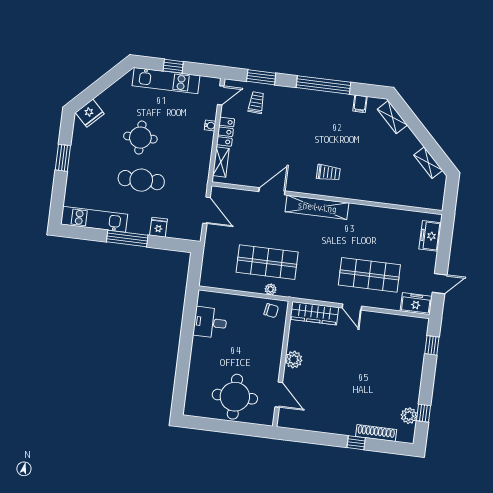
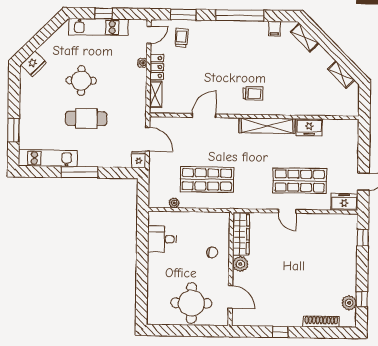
window: (63, 158) -> (14, 130), moved
shelving: (317, 207) -> (267, 126), moved
fridge: (159, 227) -> (139, 159), moved
freezer: (430, 236) -> (309, 127), moved, turned -90
plant: (271, 289) -> (174, 203), moved
chair: (271, 311) -> (212, 252), moved
wardrobe: (314, 313) -> (241, 234), moved, turned -90
window: (356, 443) -> (280, 332), moved

